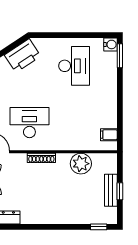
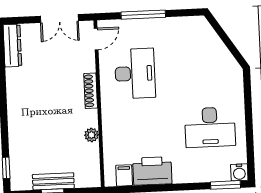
printer: (23, 56) -> (152, 171), moved, turned 123
plant: (81, 164) -> (92, 135), width x0.53, depth x0.53

